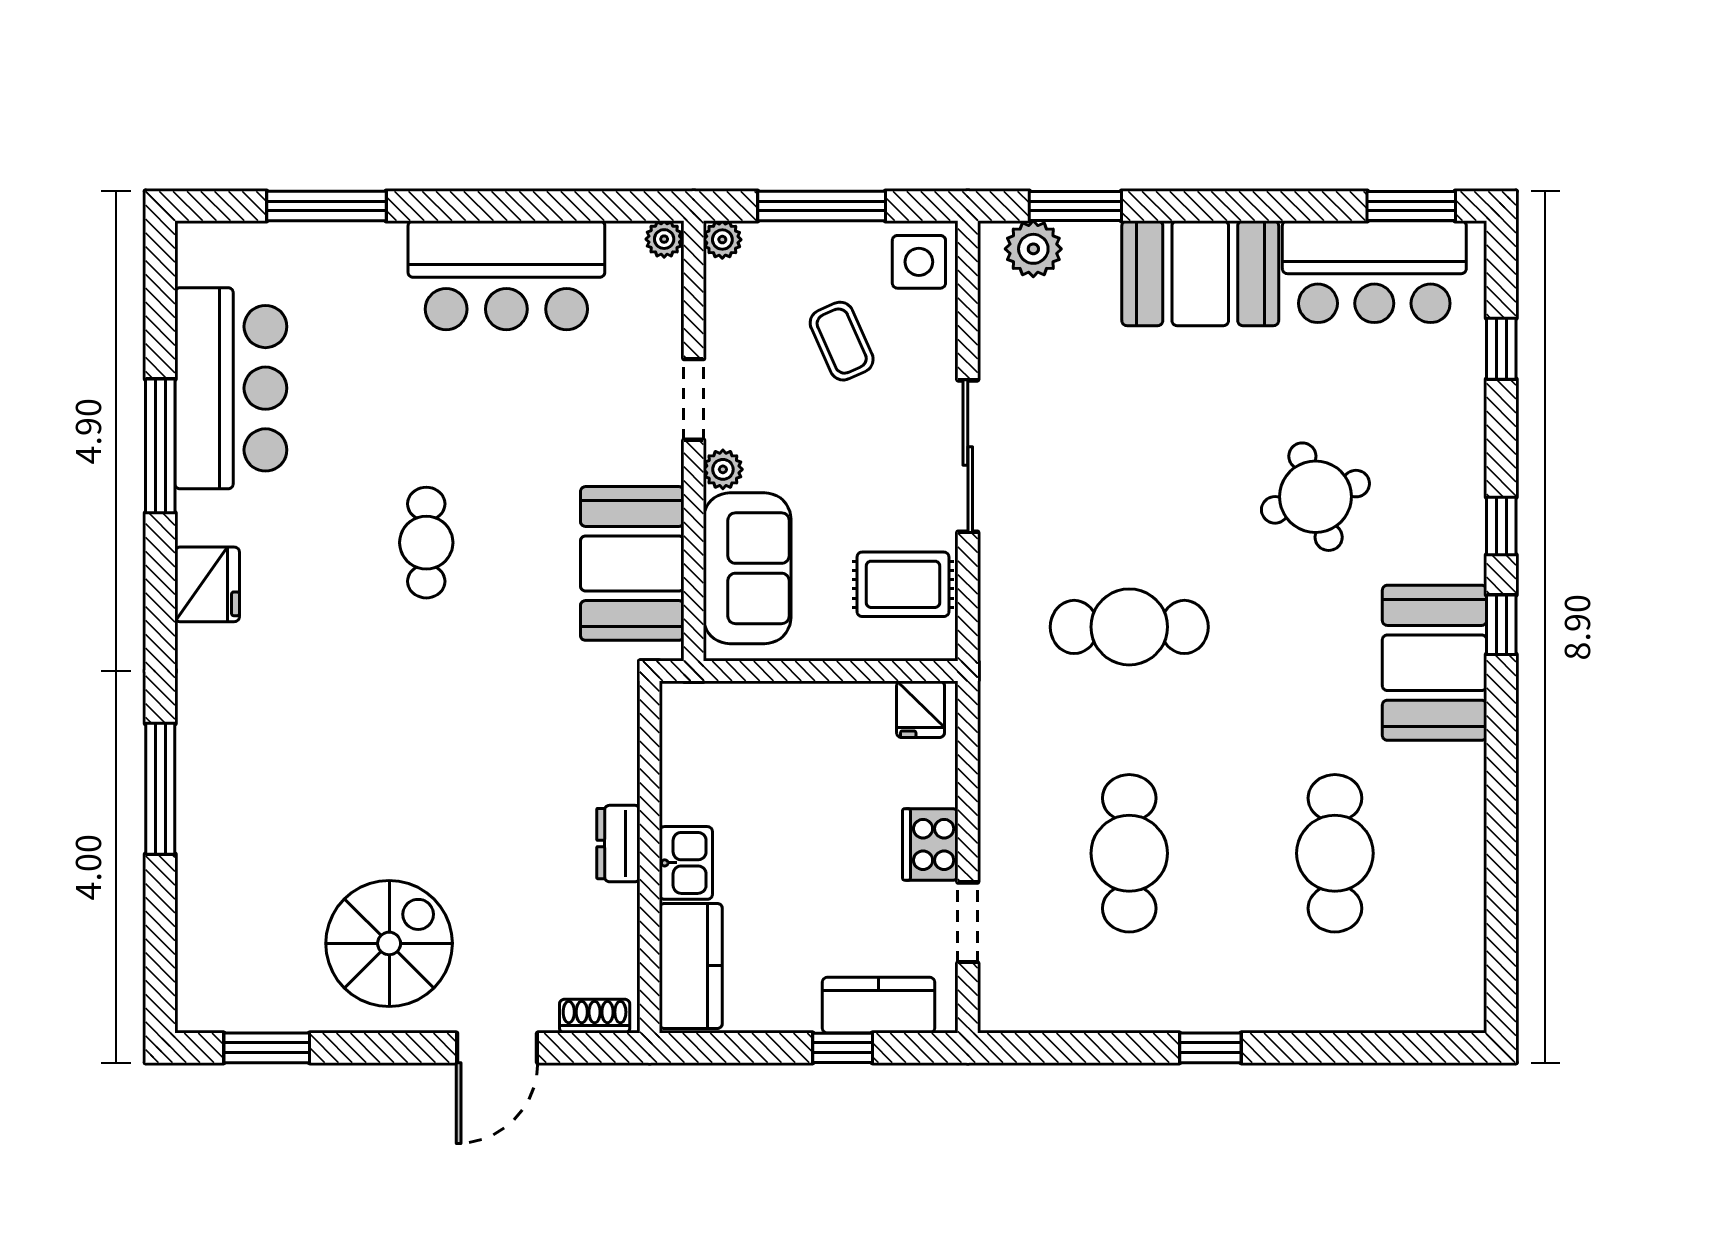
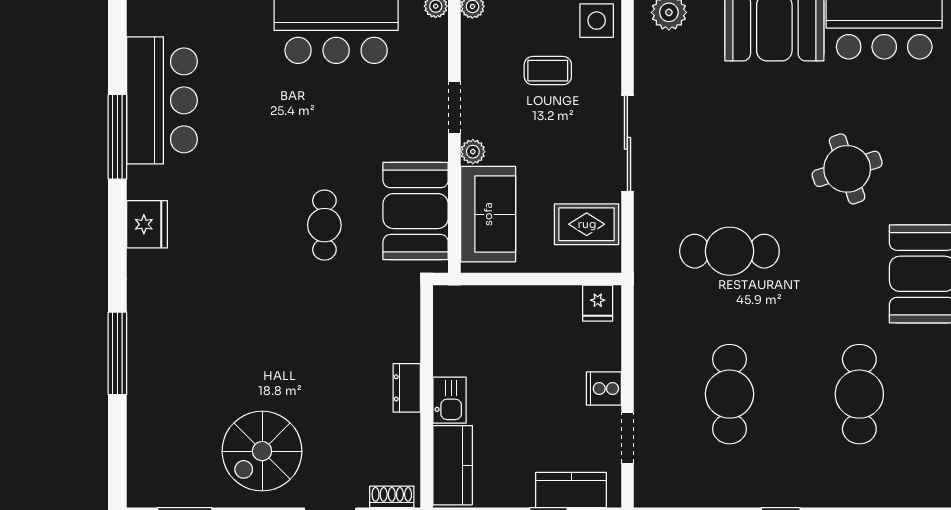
coffee table: (842, 341) -> (548, 71), turned -66
cafe table: (426, 543) -> (324, 225), moved
cooker: (930, 844) -> (604, 389), width x0.73
spiral stairs: (389, 943) -> (262, 451), turned 180

